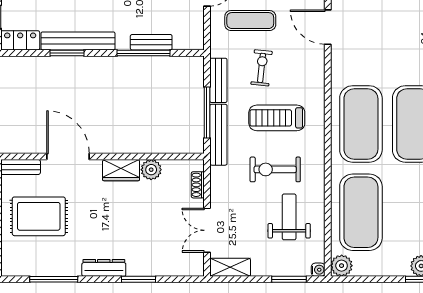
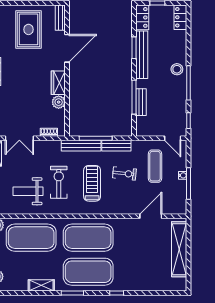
weight bench: (289, 217) -> (28, 191), turned 180
double door: (207, 230) -> (19, 138), swing flipped

